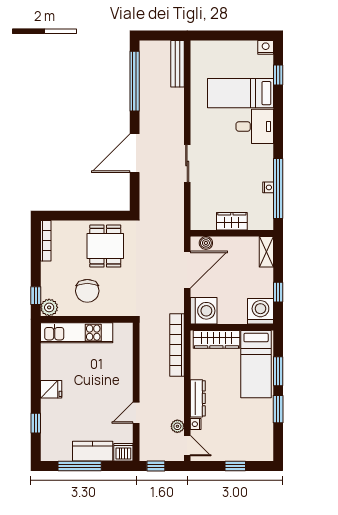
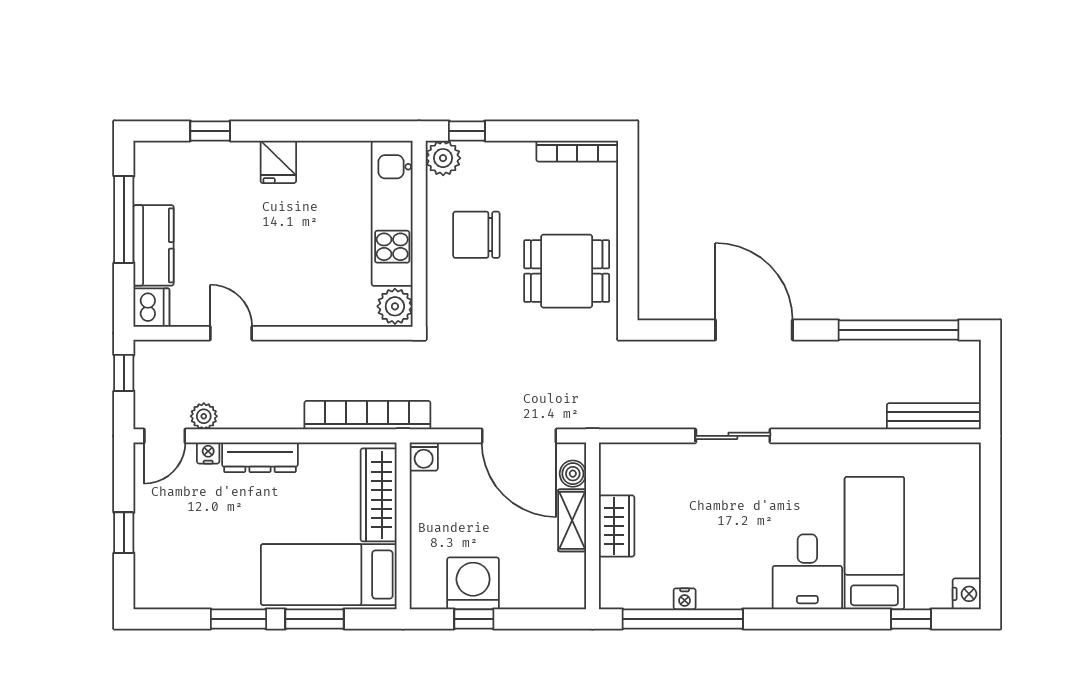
shelving: (266, 252) -> (572, 520), moved, turned 90
washing machine: (204, 311) -> (424, 457), width x0.53, depth x0.53
washing machine: (260, 311) -> (473, 583), moved, turned -90
plant: (123, 331) -> (395, 306), added

